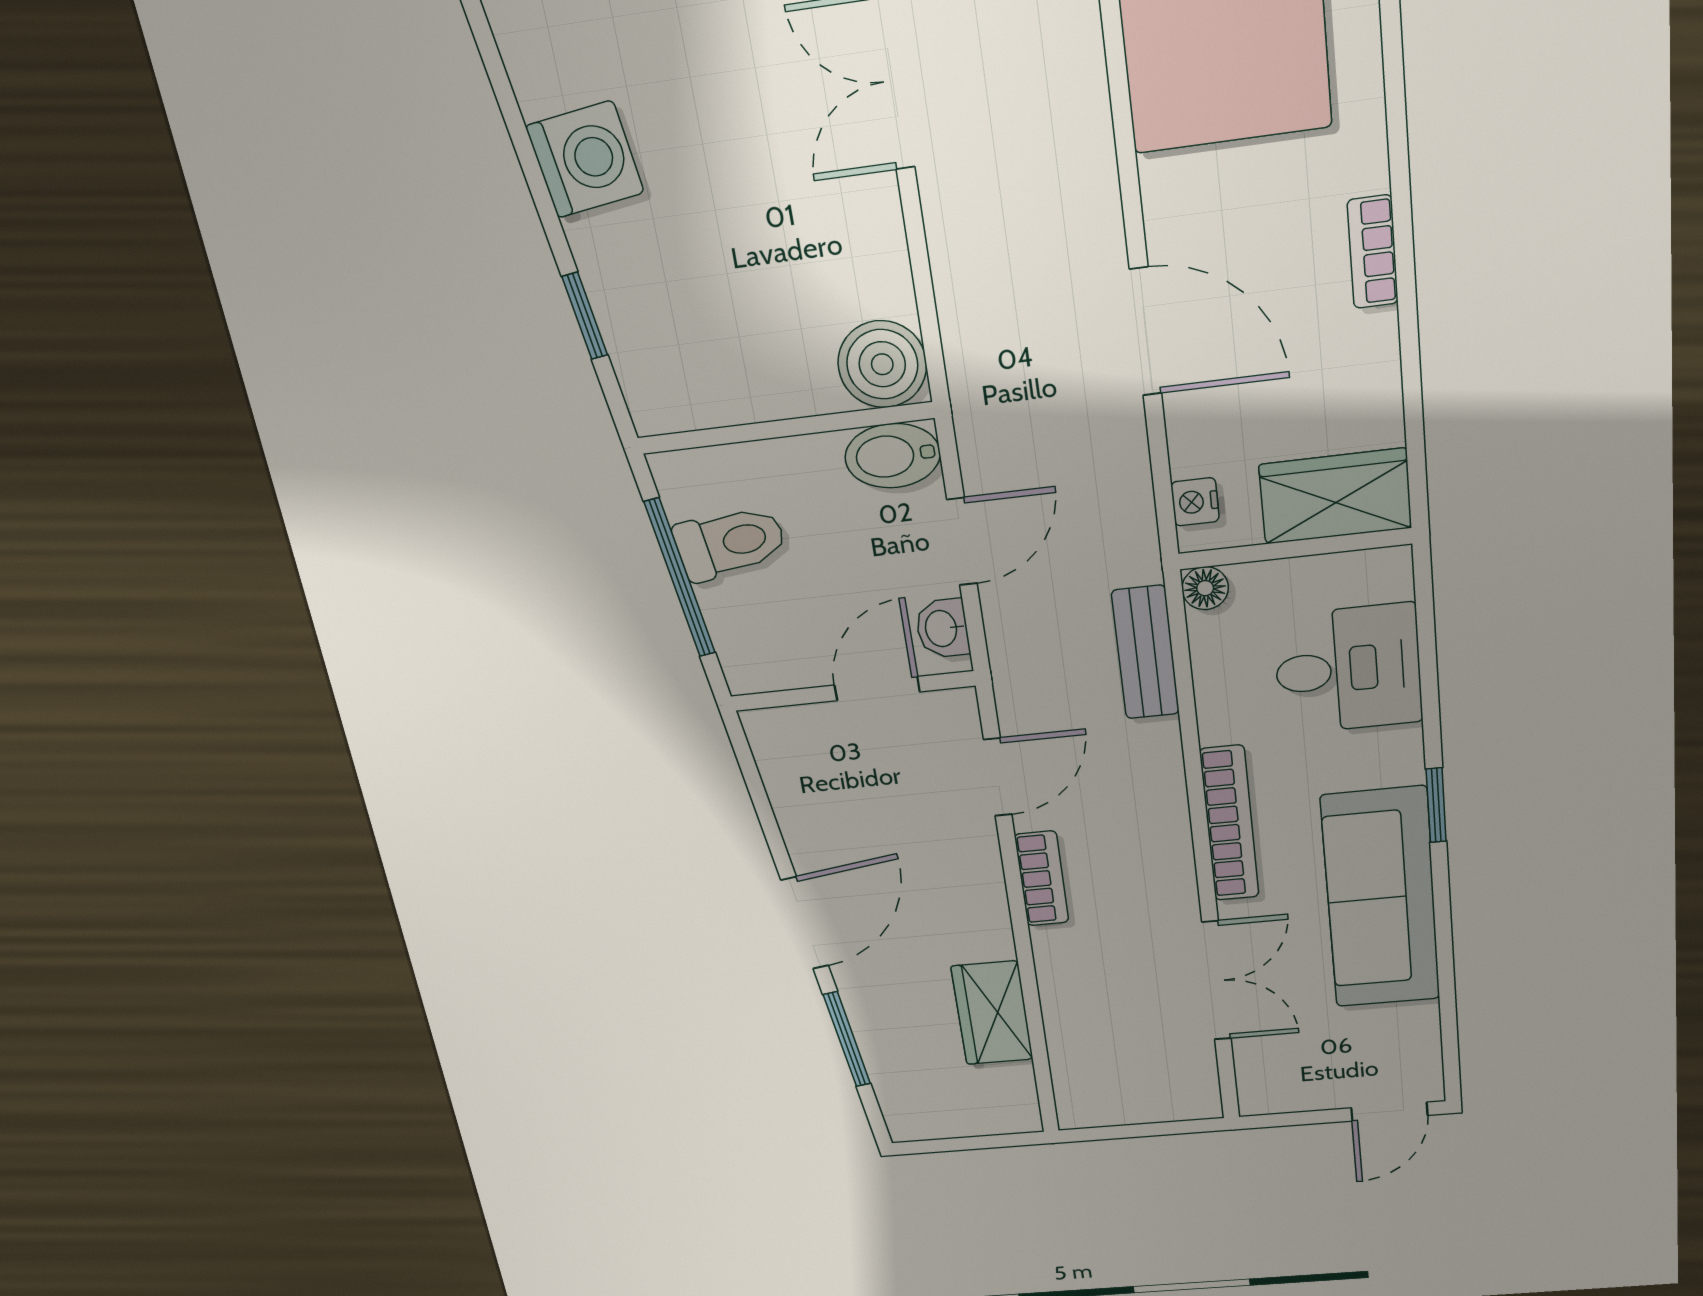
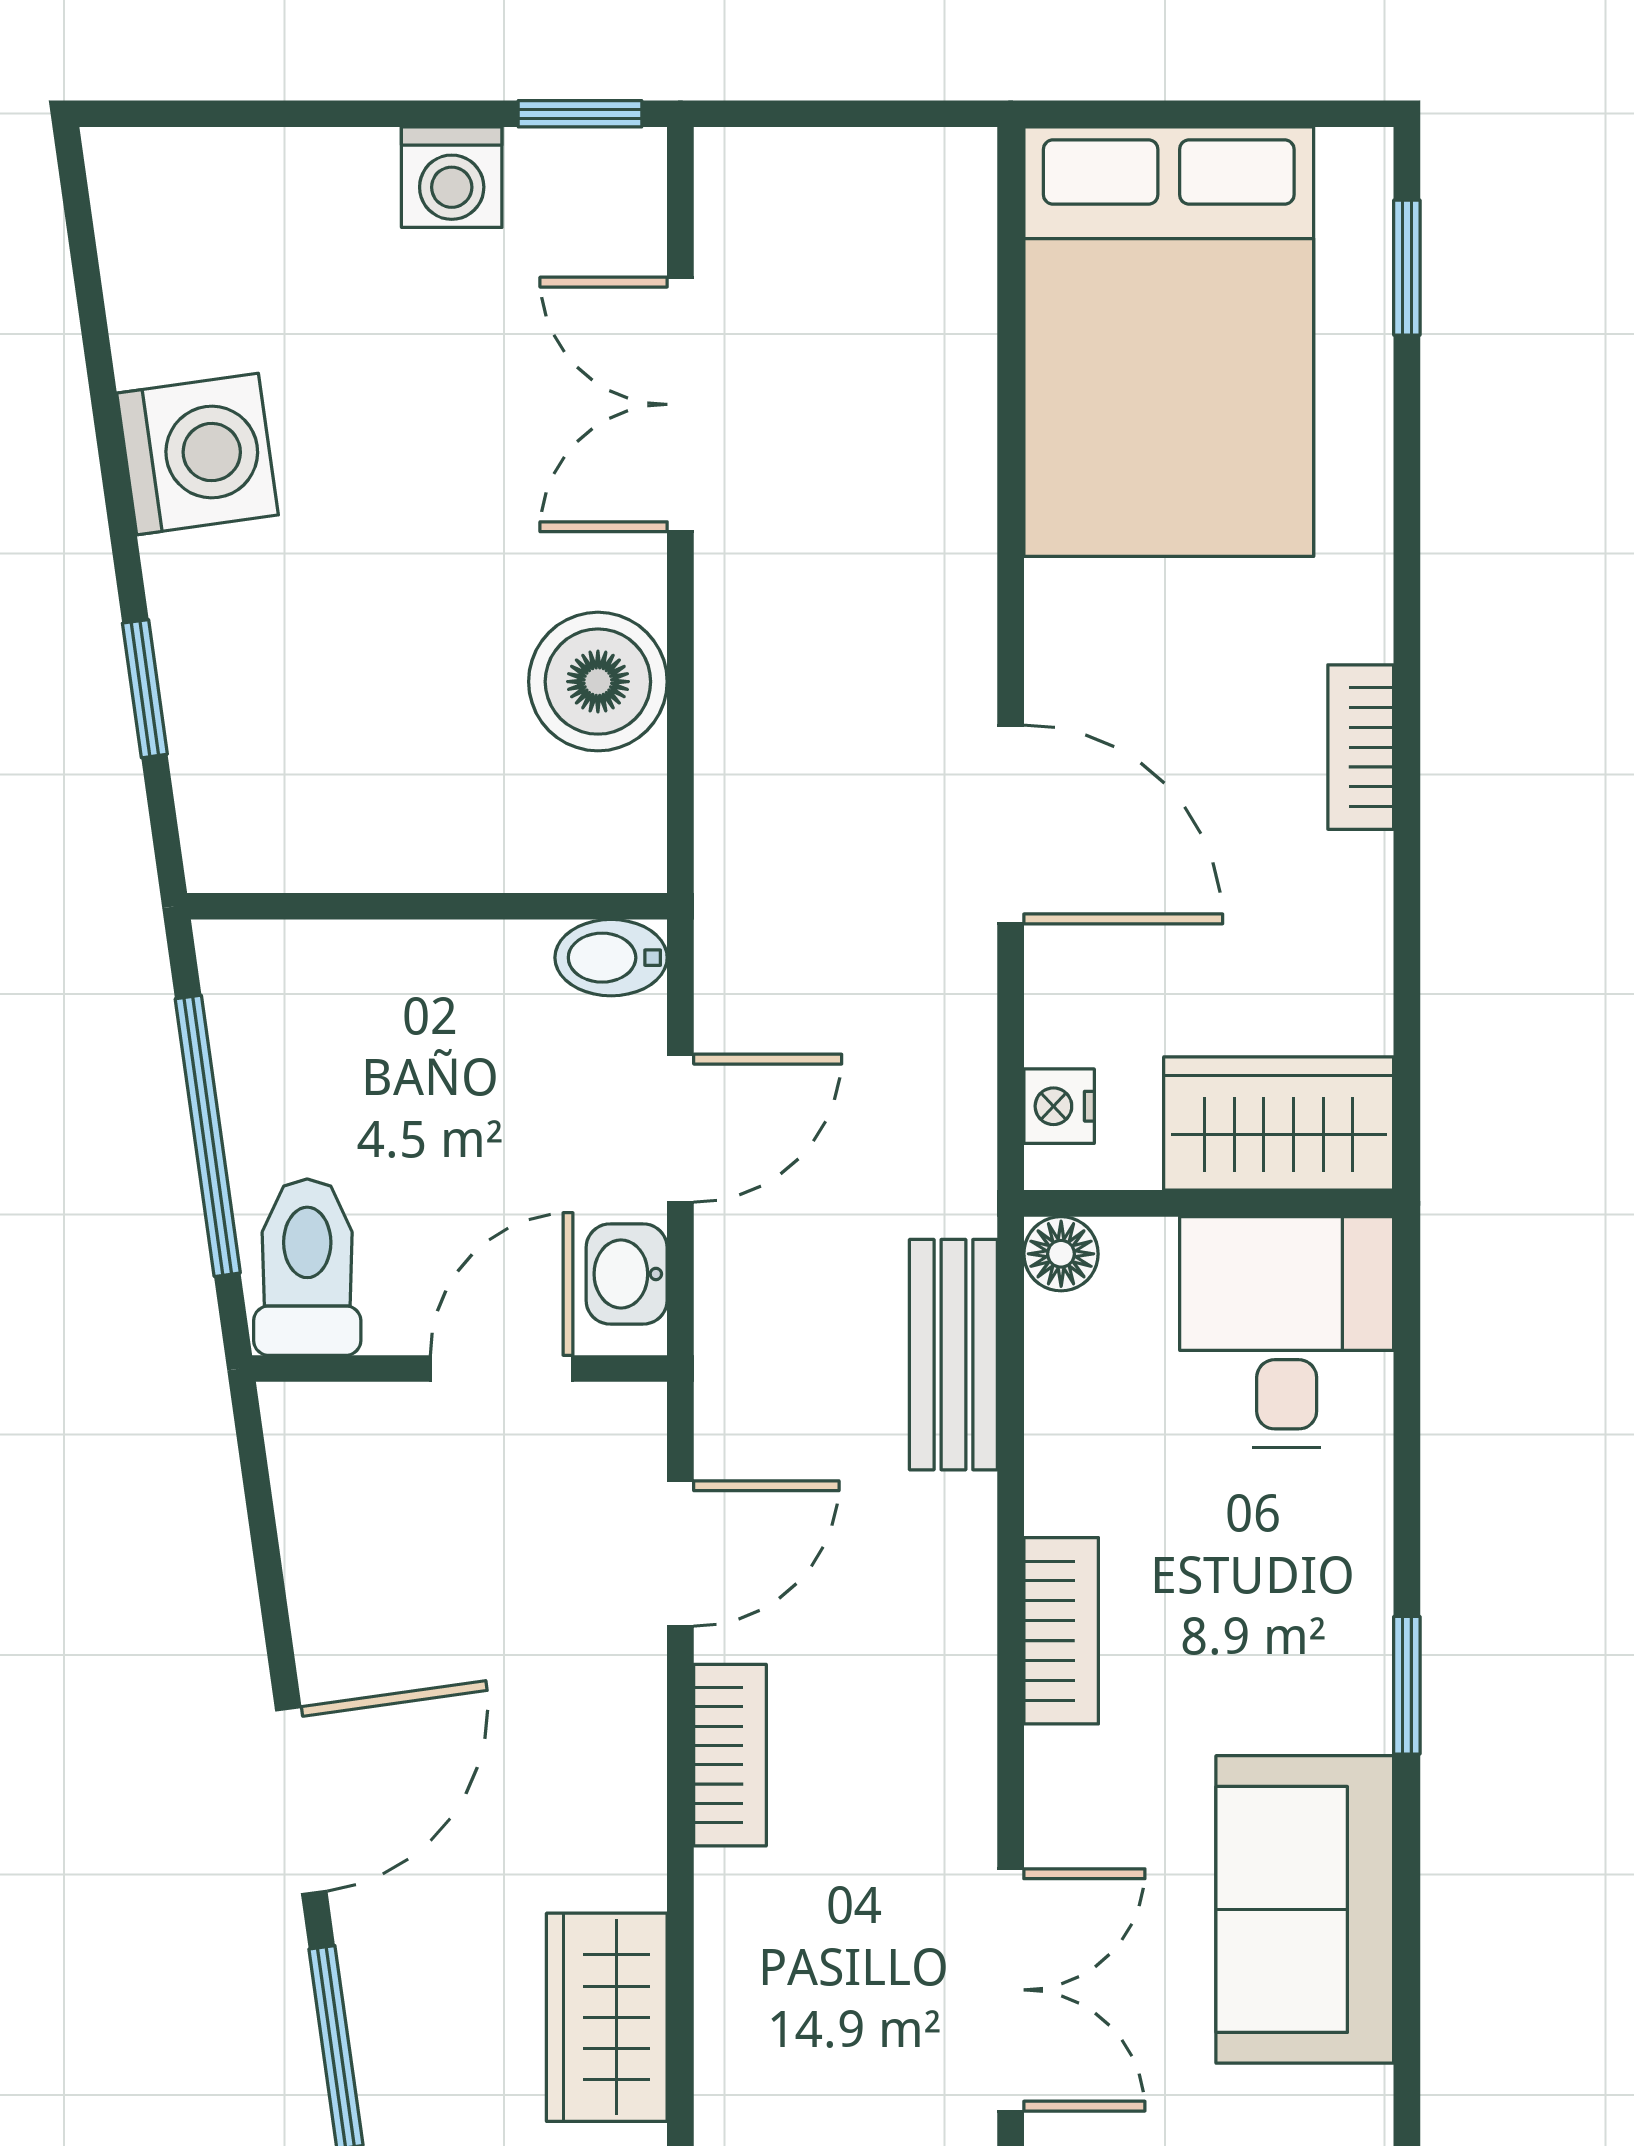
boiler: (882, 364) -> (598, 682), moved
bidet: (893, 456) -> (611, 958), width x0.72, depth x0.74
toilet: (730, 543) -> (307, 1267), moved, turned -82
desk: (1348, 669) -> (1287, 1332), moved, turned -90
bookcase: (1229, 824) -> (1061, 1631), width x0.64
sofa: (1381, 898) -> (1305, 1909), width x0.73

